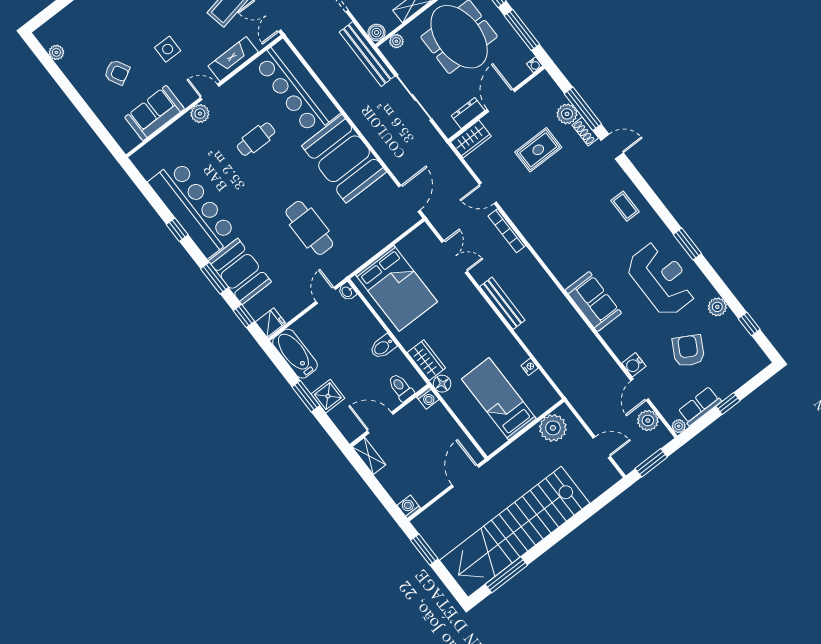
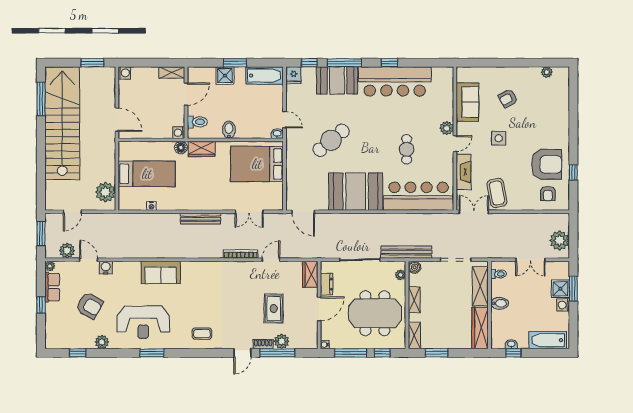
door: (501, 100) -> (319, 309), hinge flipped
cafe table: (309, 228) -> (331, 140), turned -40
window: (215, 278) -> (344, 63), width x1.44

